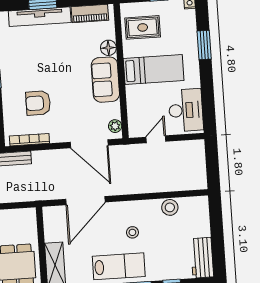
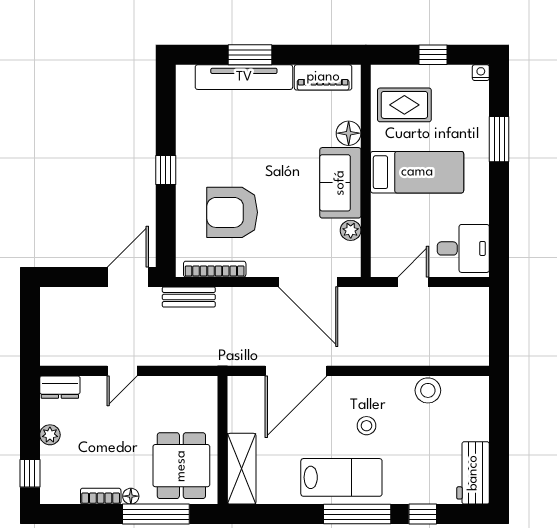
armchair: (38, 103) -> (232, 212), width x1.36, depth x1.36
desk: (186, 110) -> (463, 248), width x0.73
plant: (115, 126) -> (351, 230), moved

